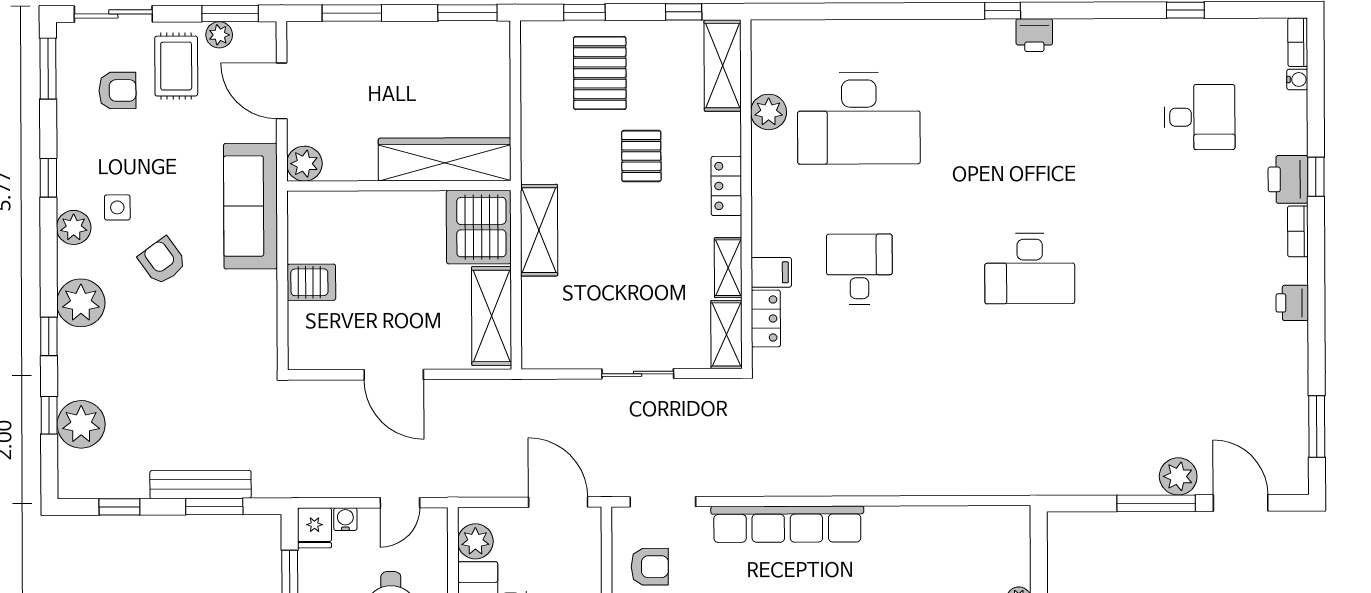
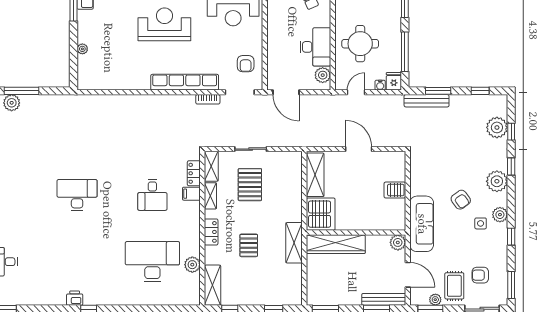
bench: (336, 35) -> (384, 299), added
pallet: (600, 73) -> (250, 185), moved
shelving: (539, 230) -> (294, 243), moved
bench: (201, 484) -> (427, 101), moved
bookcase: (735, 486) -> (208, 99), added
armchair: (650, 567) -> (246, 64), turned -90

